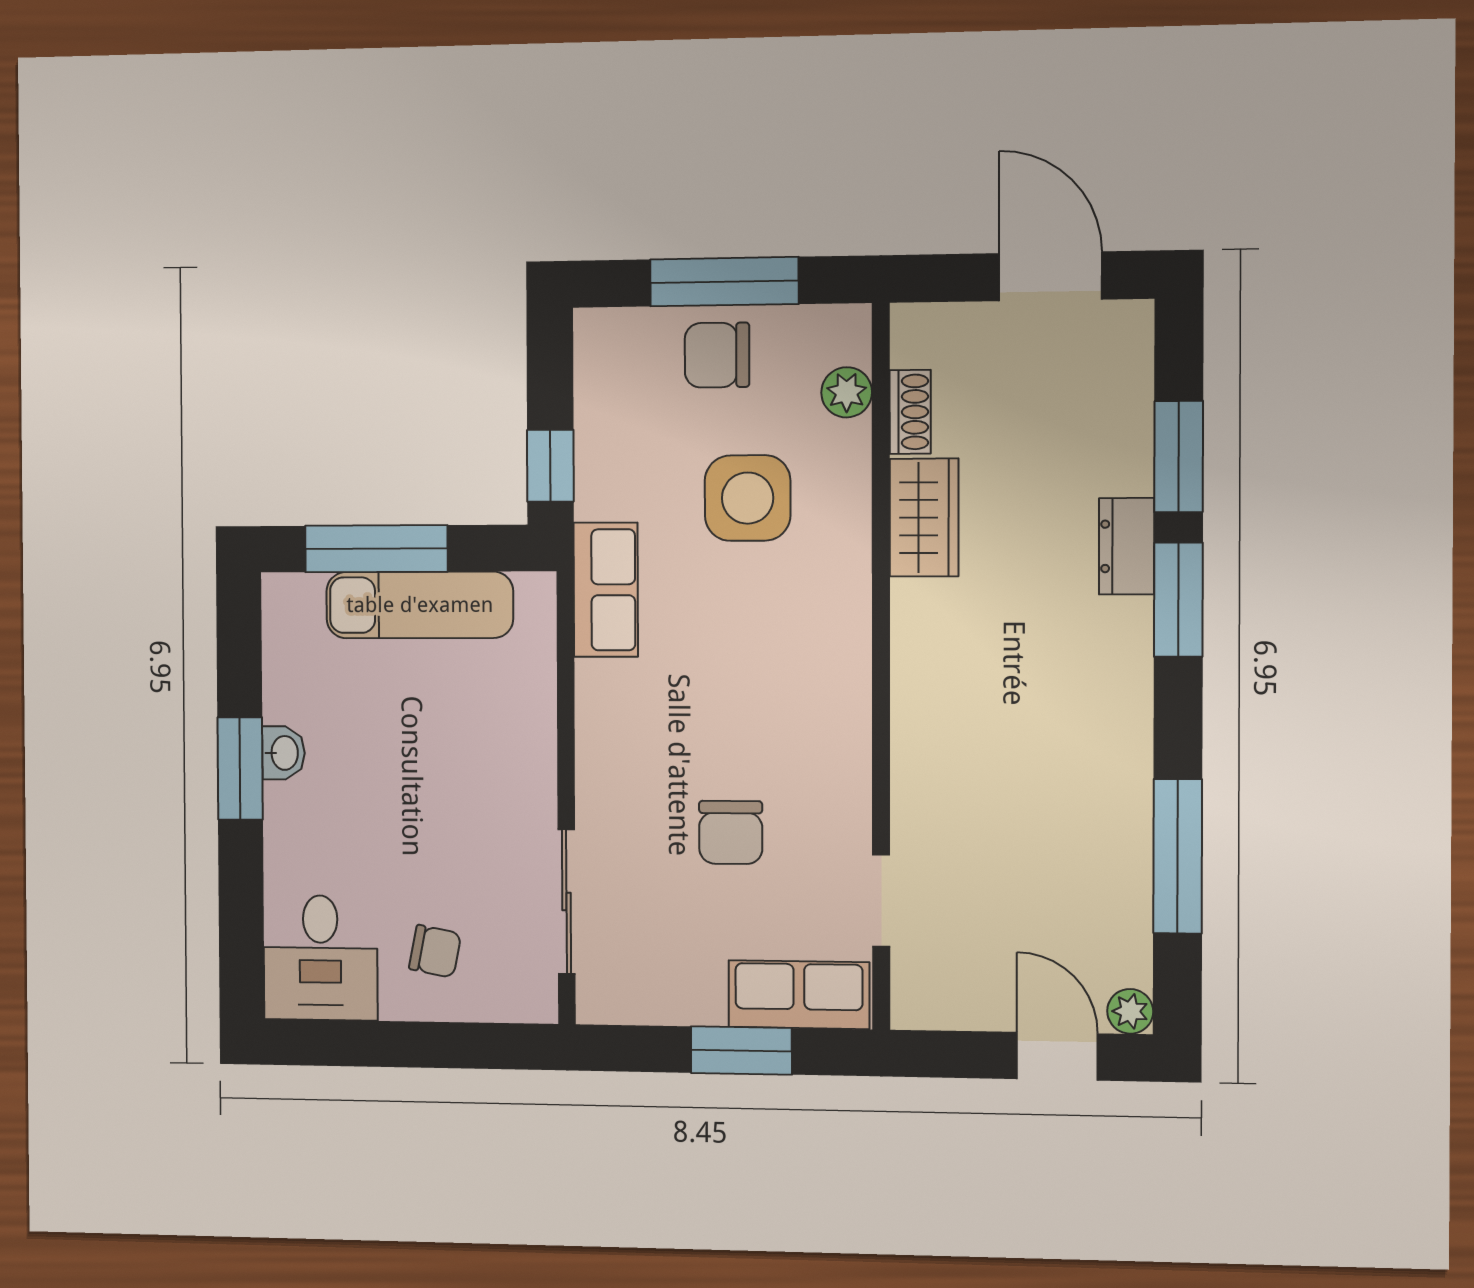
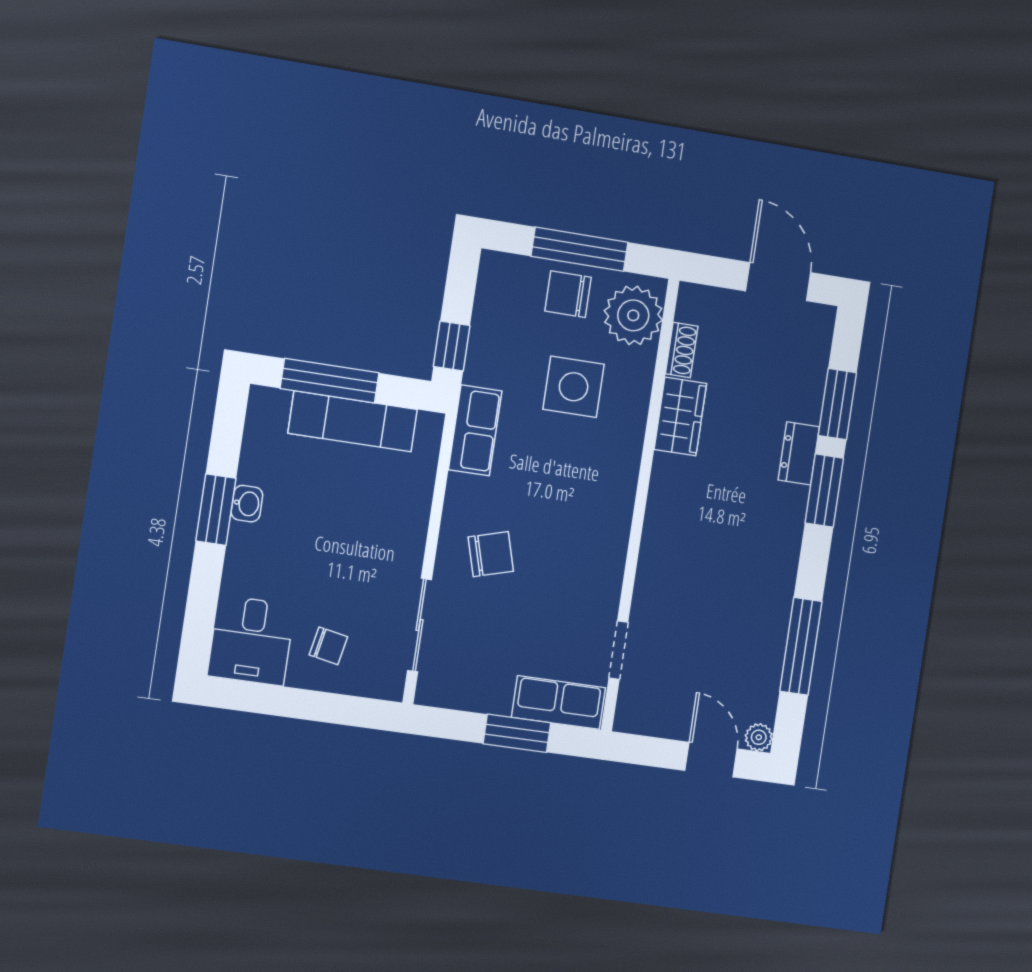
plant: (847, 392) -> (633, 315), width x1.88, depth x1.88
chair: (731, 832) -> (491, 554), moved, turned -106

